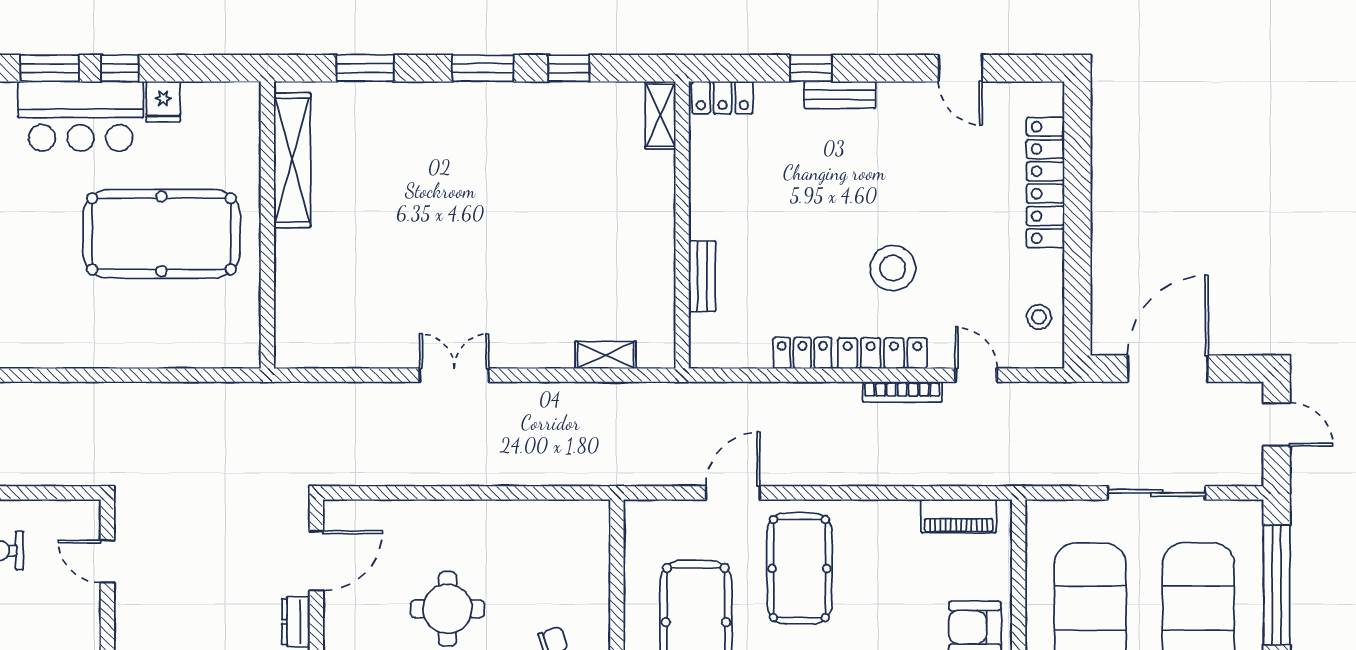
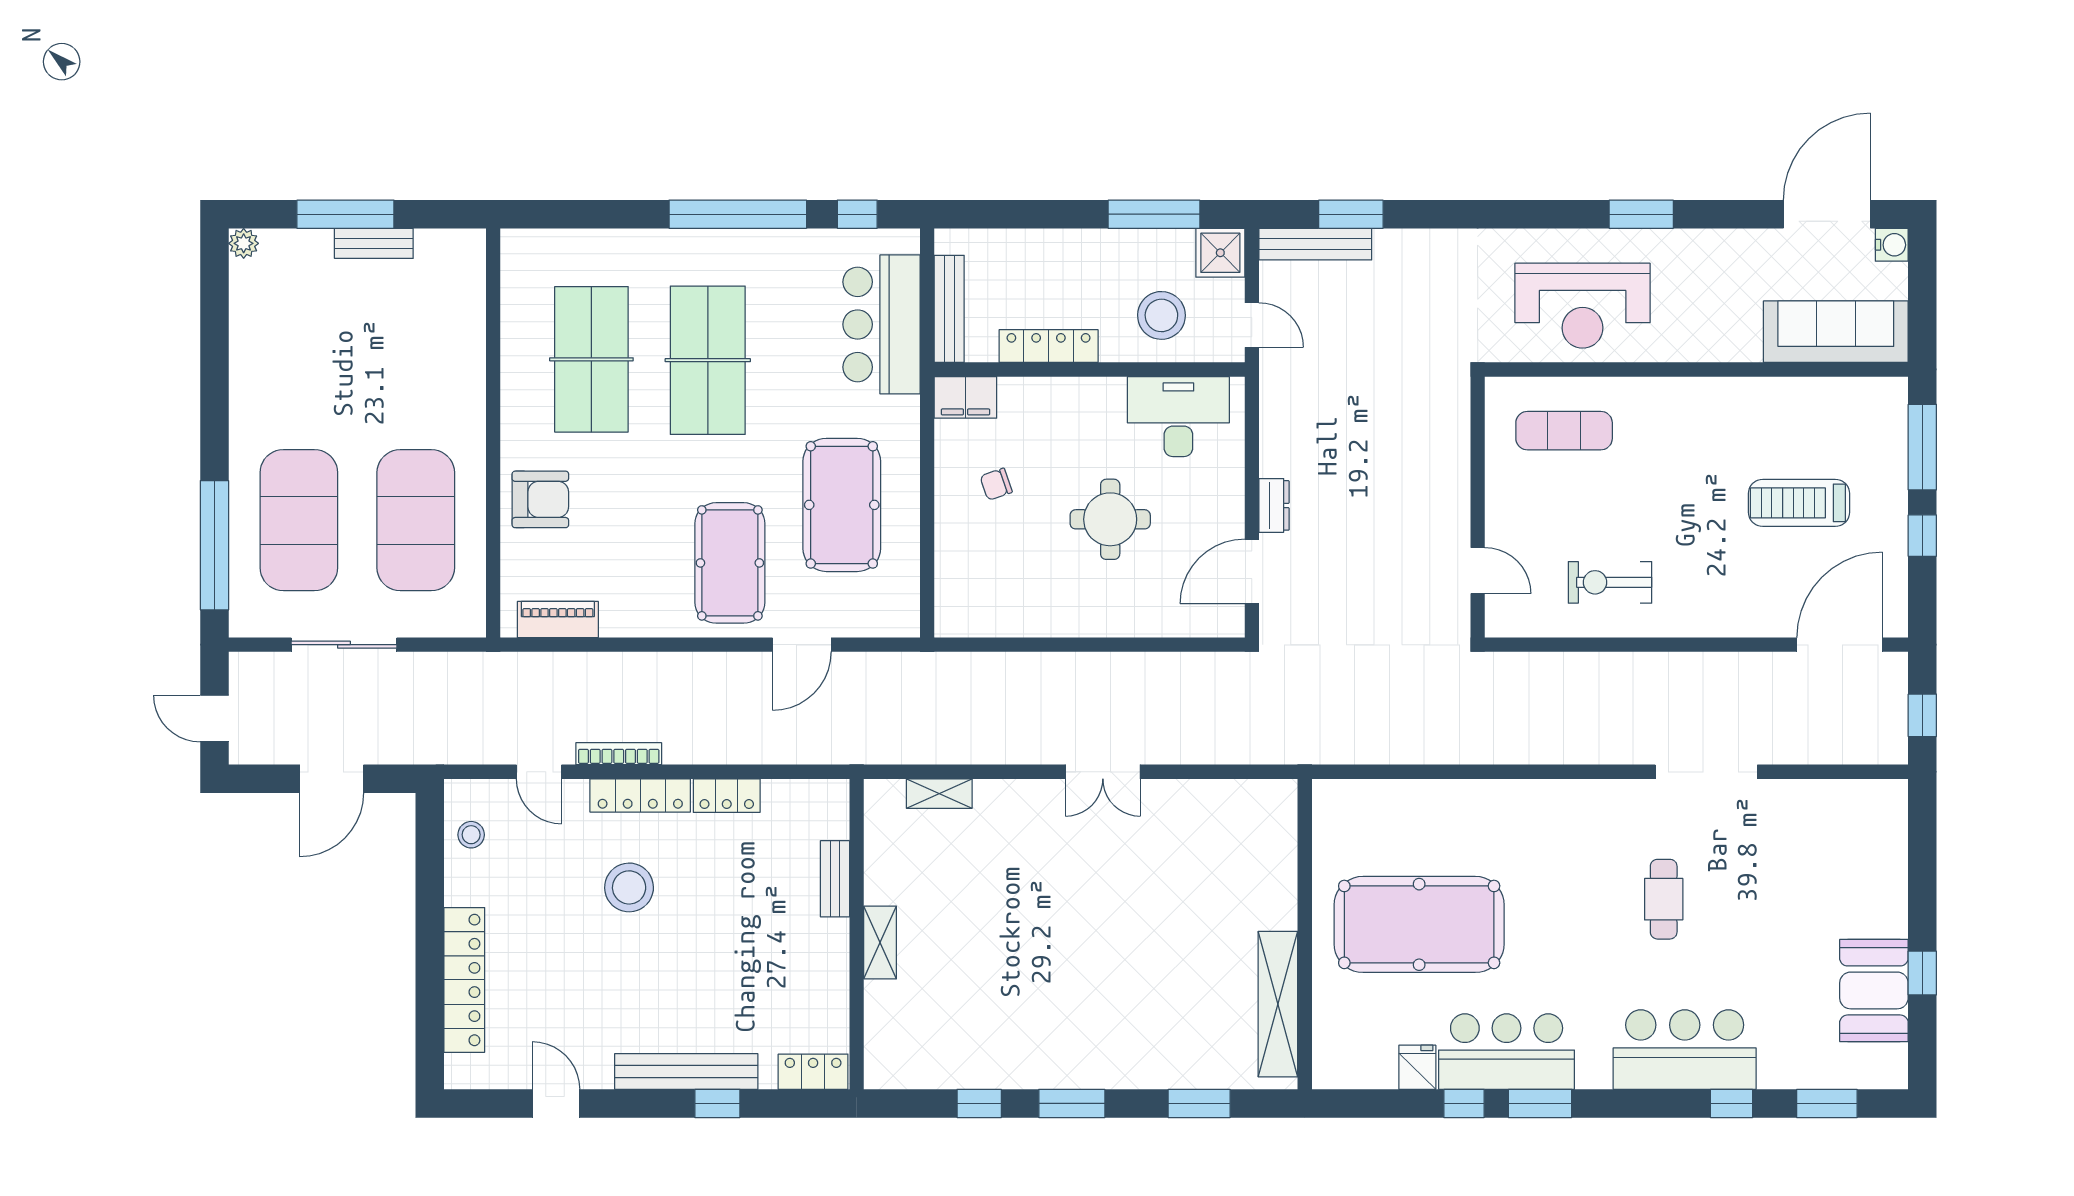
bench: (840, 95) -> (686, 1071), width x1.86, depth x1.21
shelving: (660, 115) -> (880, 943), moved
door: (1168, 369) -> (332, 779), width x0.73

